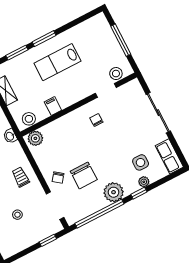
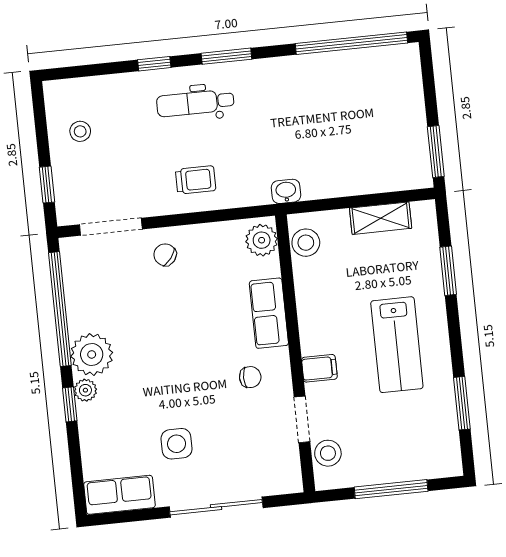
window: (44, 39) -> (462, 403), moved
lab bench: (57, 62) -> (397, 345), turned 180
filing cabinet: (53, 106) -> (319, 368), moved
row of seats: (66, 123) -> (269, 313), added
side table: (141, 162) -> (177, 444), moved
chair: (84, 175) -> (149, 308), removed
plant: (144, 182) -> (85, 390), moved
stool: (17, 215) -> (80, 131), moved

